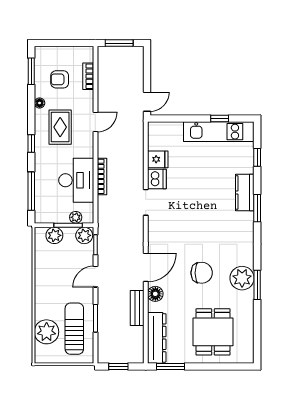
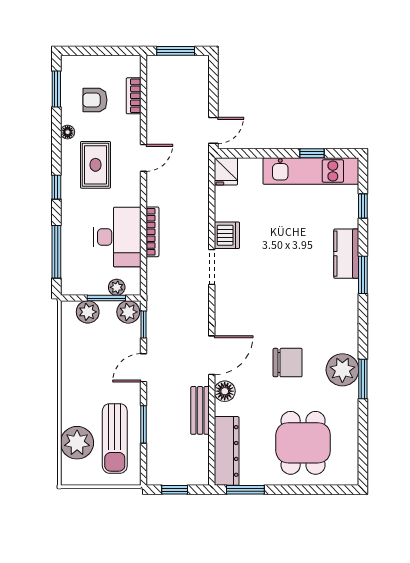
fridge: (158, 159) -> (226, 171), moved, turned 90
sun lounger: (74, 329) -> (115, 438), turned 180

